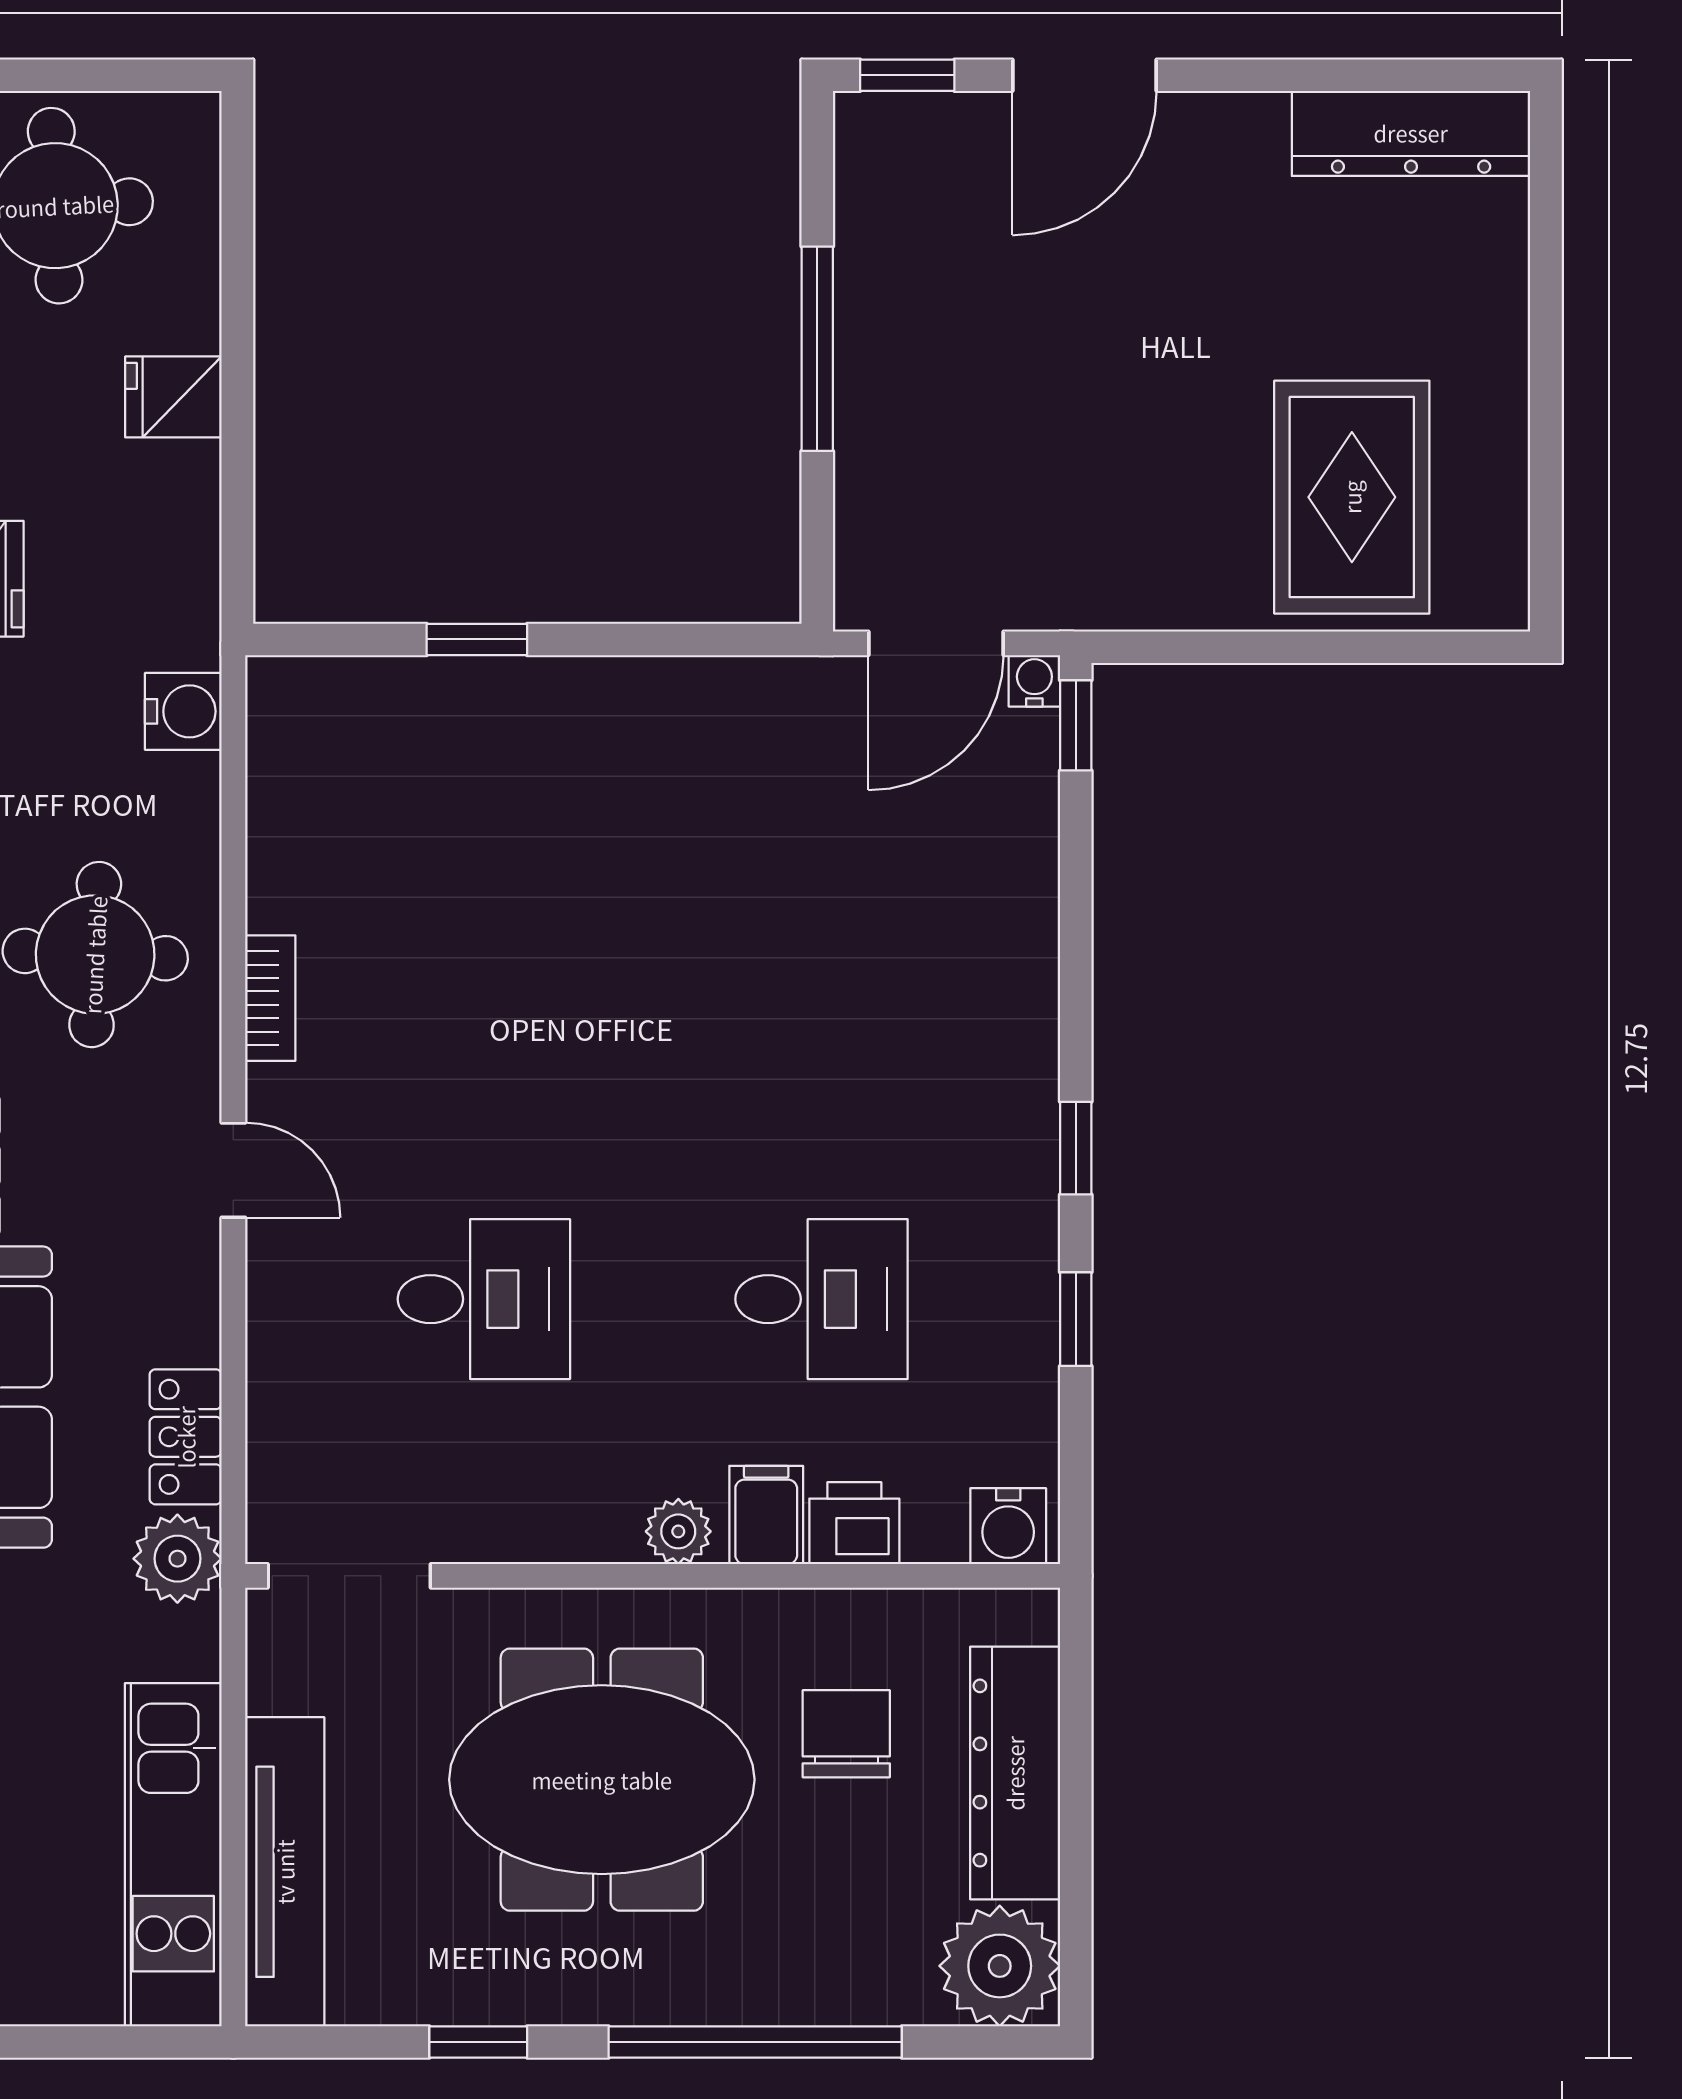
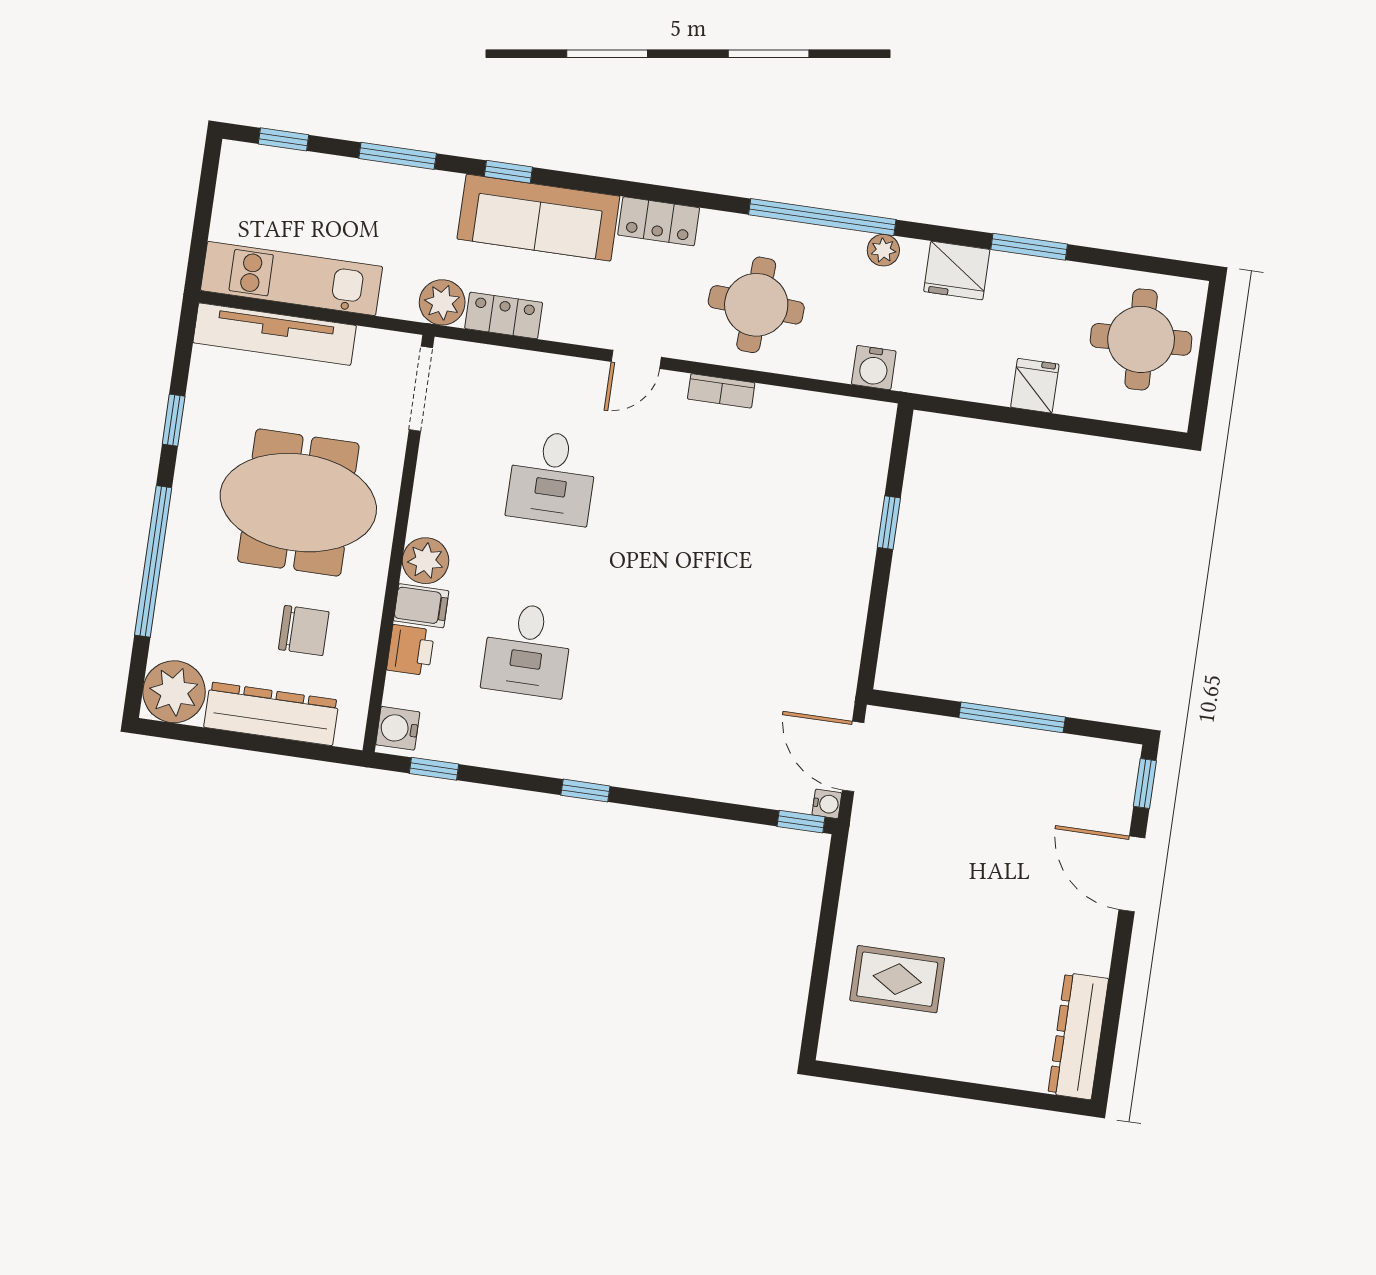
rug: (1352, 497) -> (897, 979), width x0.73, depth x0.70
window: (1076, 1319) -> (434, 769), moved
plant: (678, 1531) -> (425, 561), width x1.38, depth x1.38
meeting table: (602, 1780) -> (298, 503), turned 90

